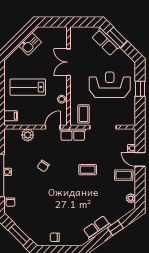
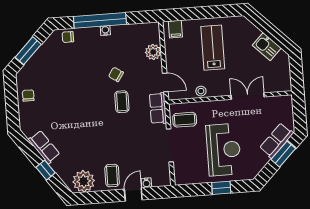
coffee table: (88, 170) -> (122, 102), moved
plant: (131, 198) -> (84, 181), width x1.88, depth x1.88

